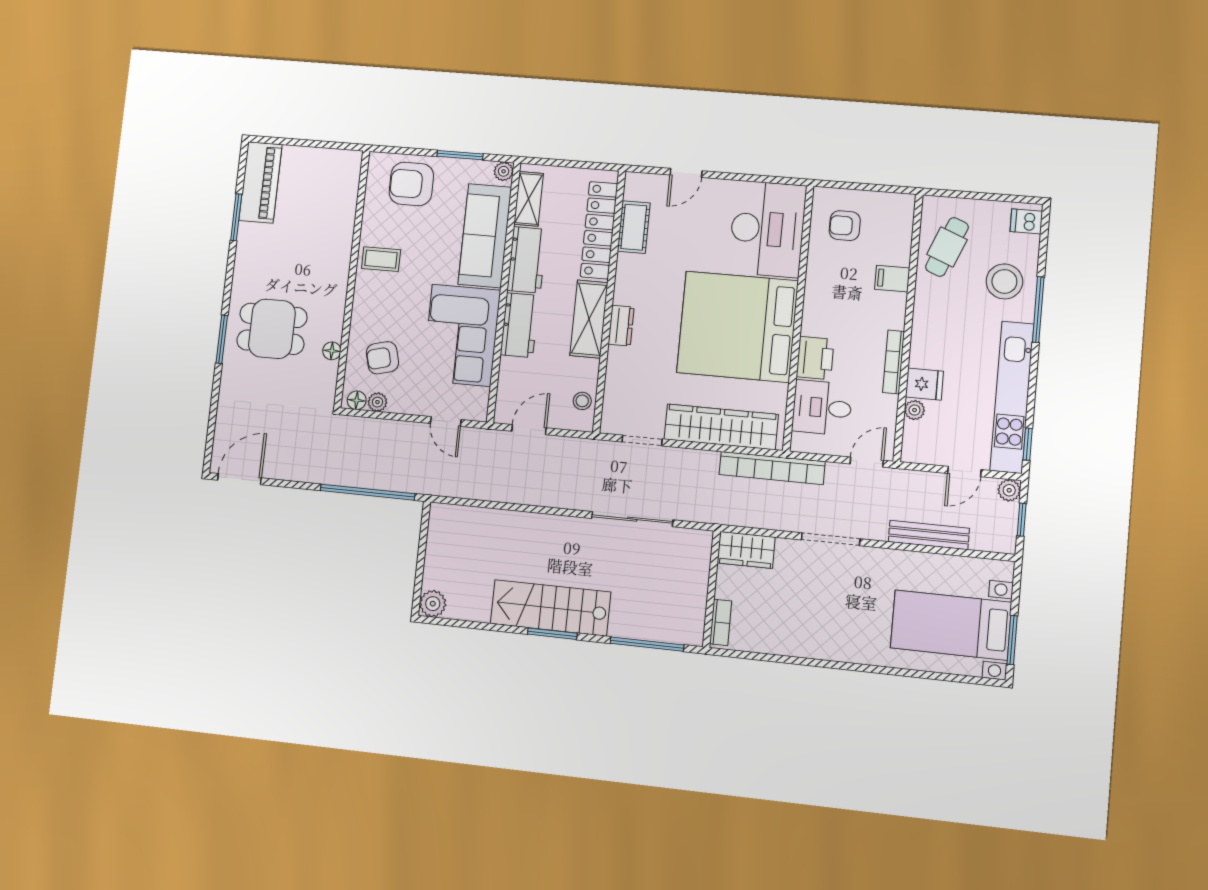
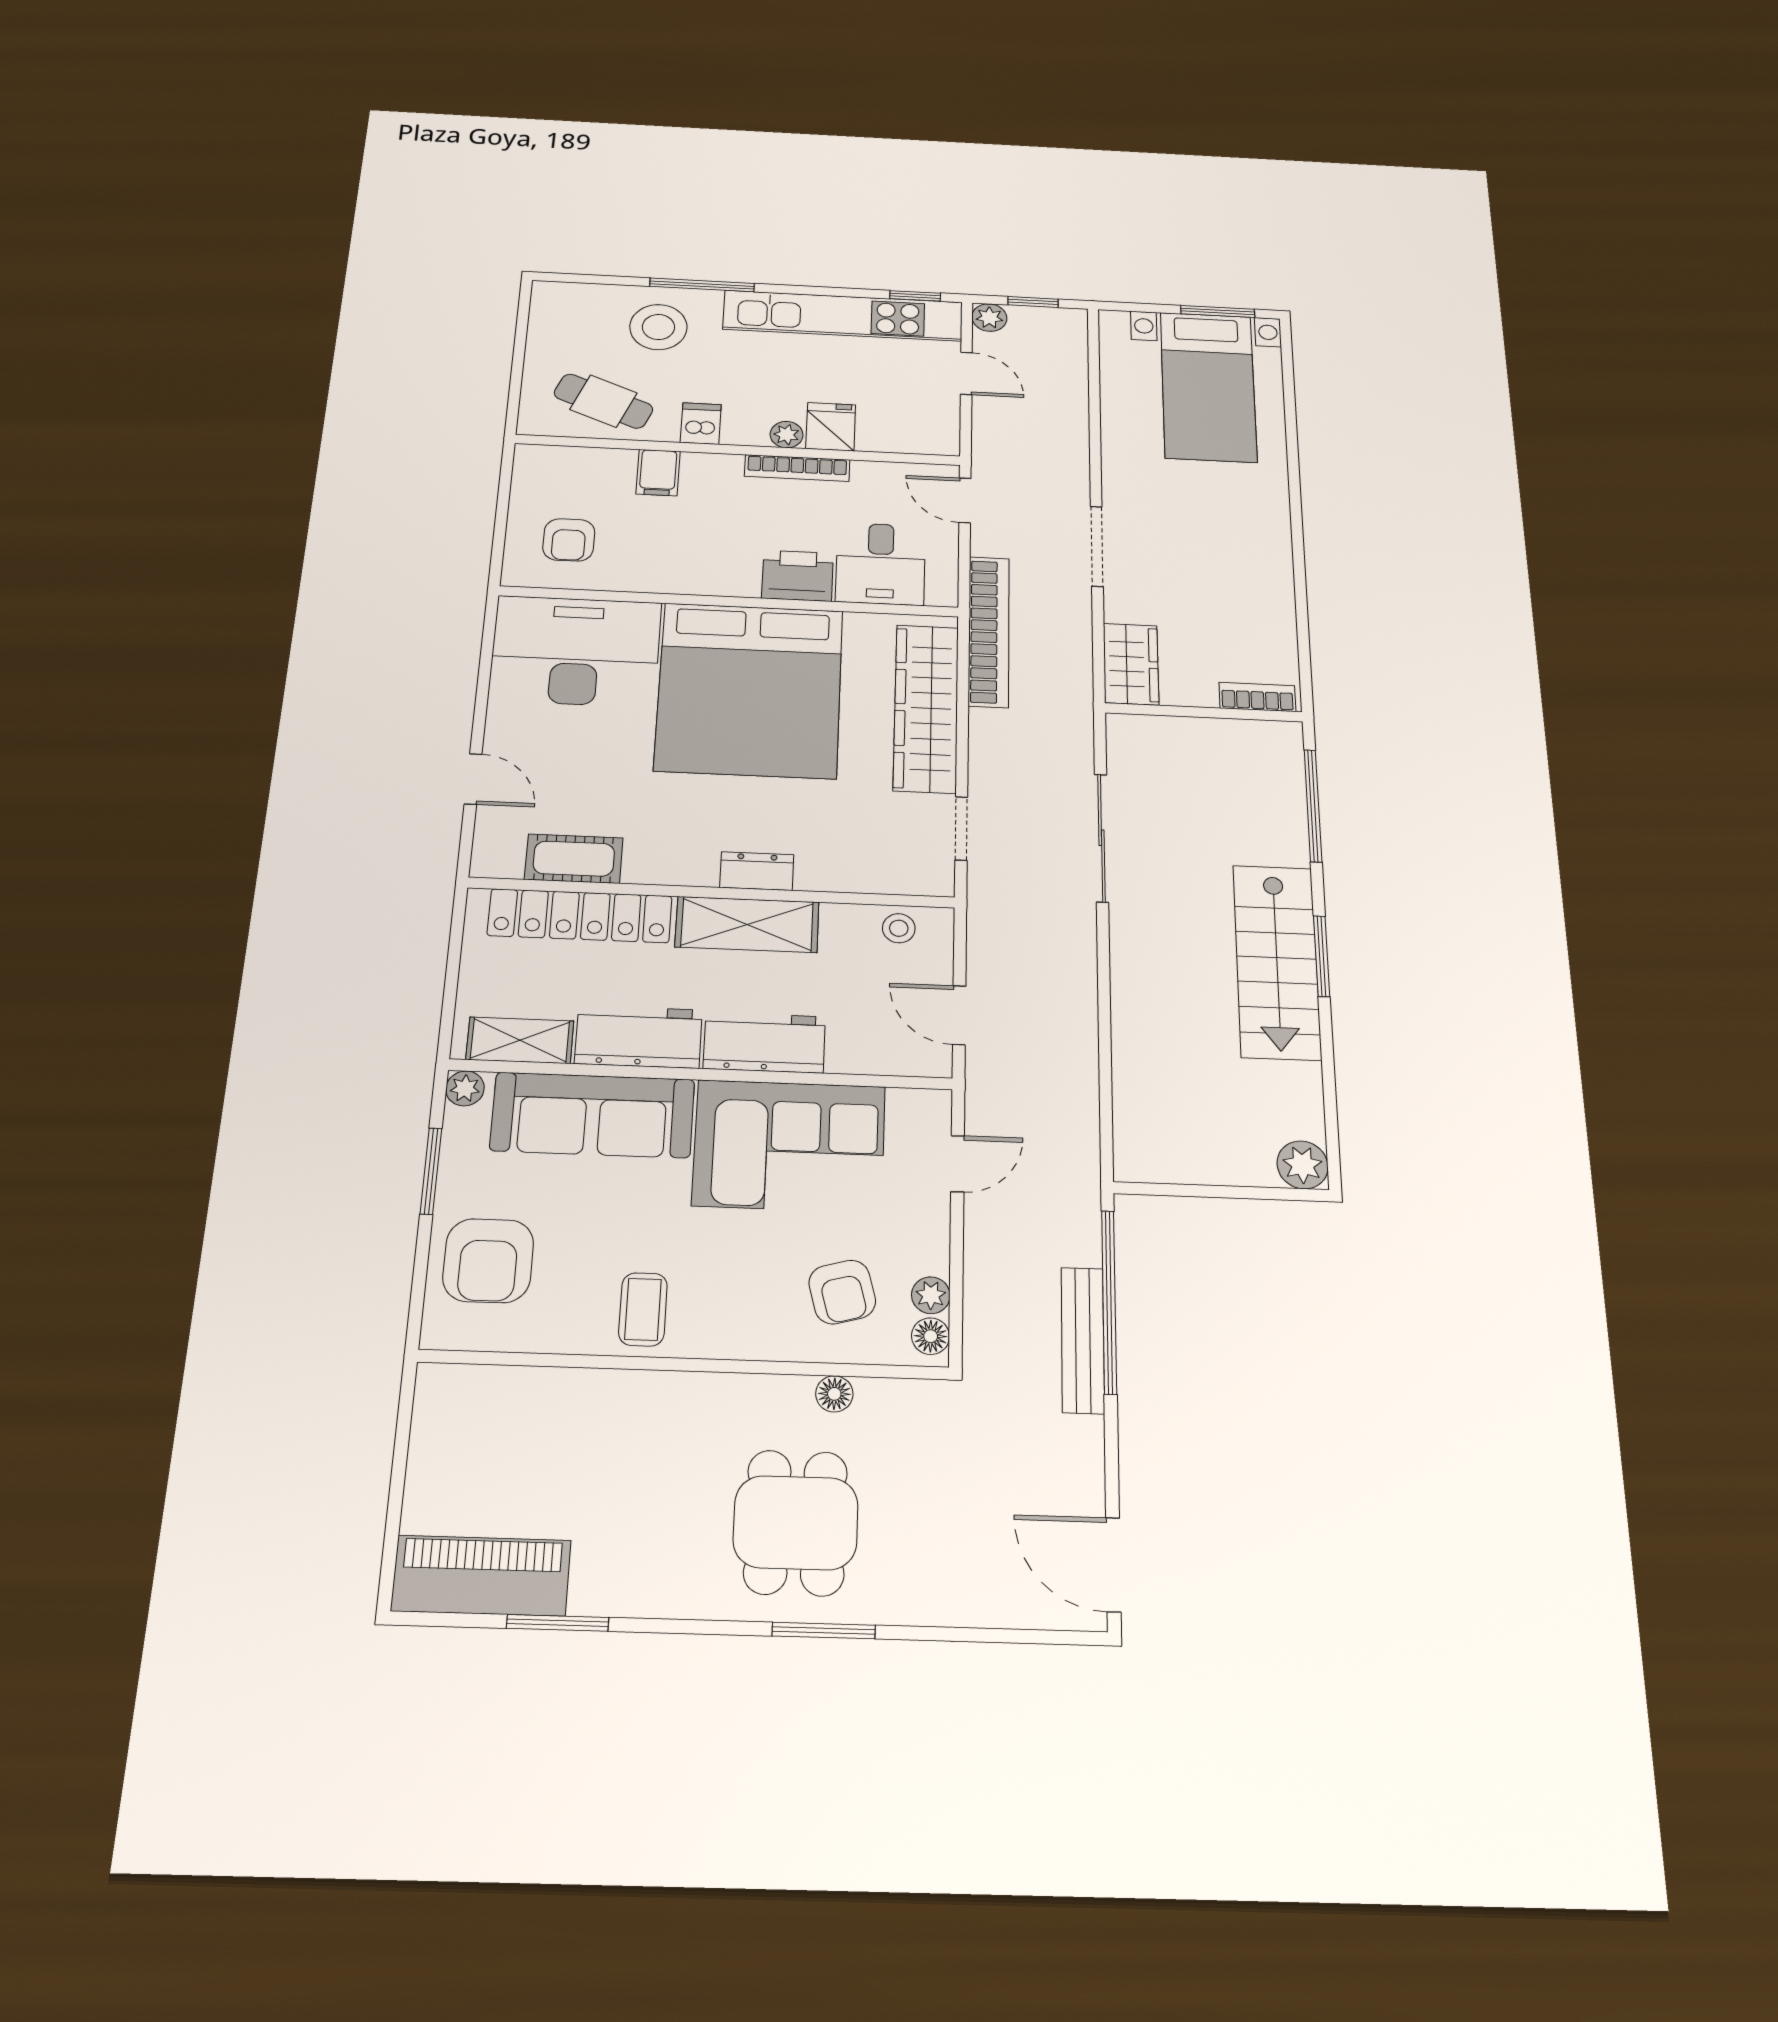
dishwasher: (1026, 221) -> (701, 424), moved, turned 180
plant: (915, 410) -> (787, 435), moved
bench: (929, 535) -> (1083, 1340), moved

